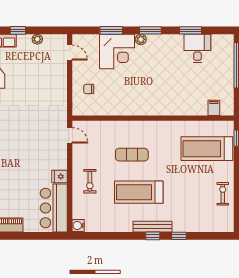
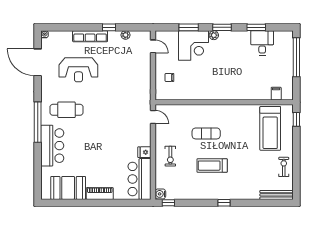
treadmill: (207, 149) -> (270, 128), turned -90
treadmill: (139, 192) -> (212, 166), width x0.73, depth x0.73
bench: (153, 227) -> (277, 195), moved
window: (179, 236) -> (168, 203), moved

